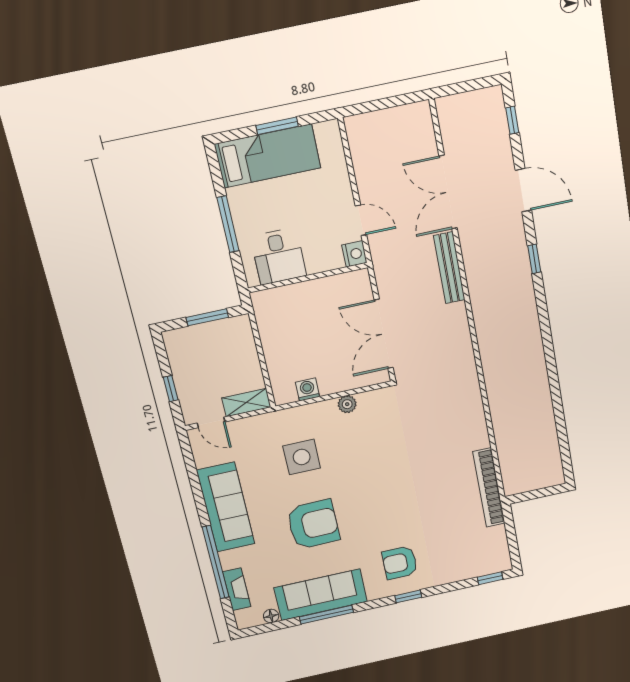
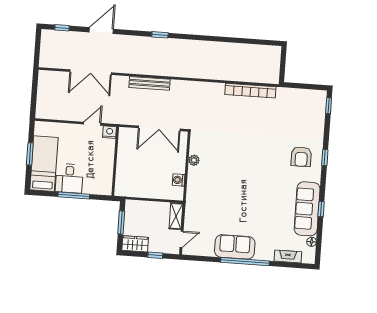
desk: (279, 256) -> (69, 178), moved, turned 90
window: (534, 259) -> (160, 35), moved
bench: (449, 268) -> (149, 83), moved
wardrobe: (179, 350) -> (135, 244), added
side table: (302, 457) -> (218, 195), removed
bookcase: (489, 488) -> (250, 91), moved
sofa: (226, 507) -> (235, 247), width x0.73
armchair: (313, 524) -> (261, 200), removed
window: (216, 562) -> (245, 262), moved
window: (326, 615) -> (321, 209), width x0.46

